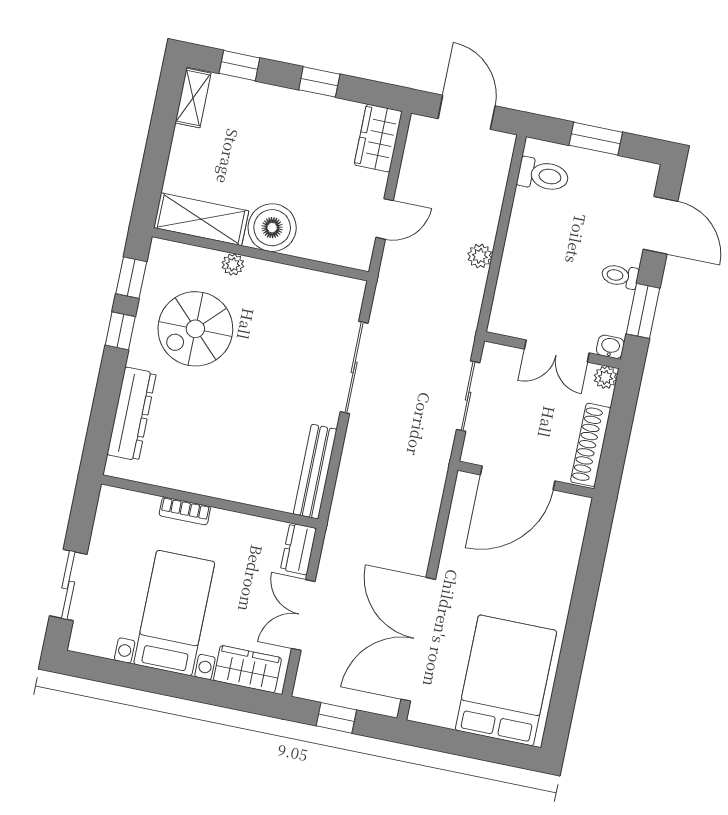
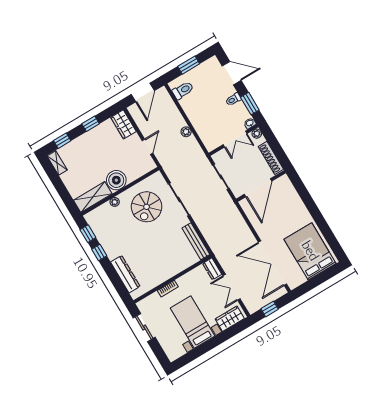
door: (467, 112) -> (143, 92), swing flipped
spiral stairs: (195, 329) -> (147, 207), moved
sliding door: (68, 585) -> (144, 328), moved

